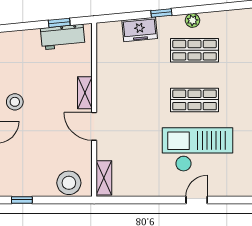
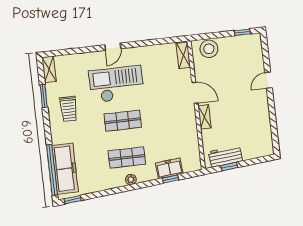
window: (161, 13) -> (171, 179), moved
stool: (15, 102) -> (256, 104), removed
checkout: (198, 150) -> (116, 84), turned 180

